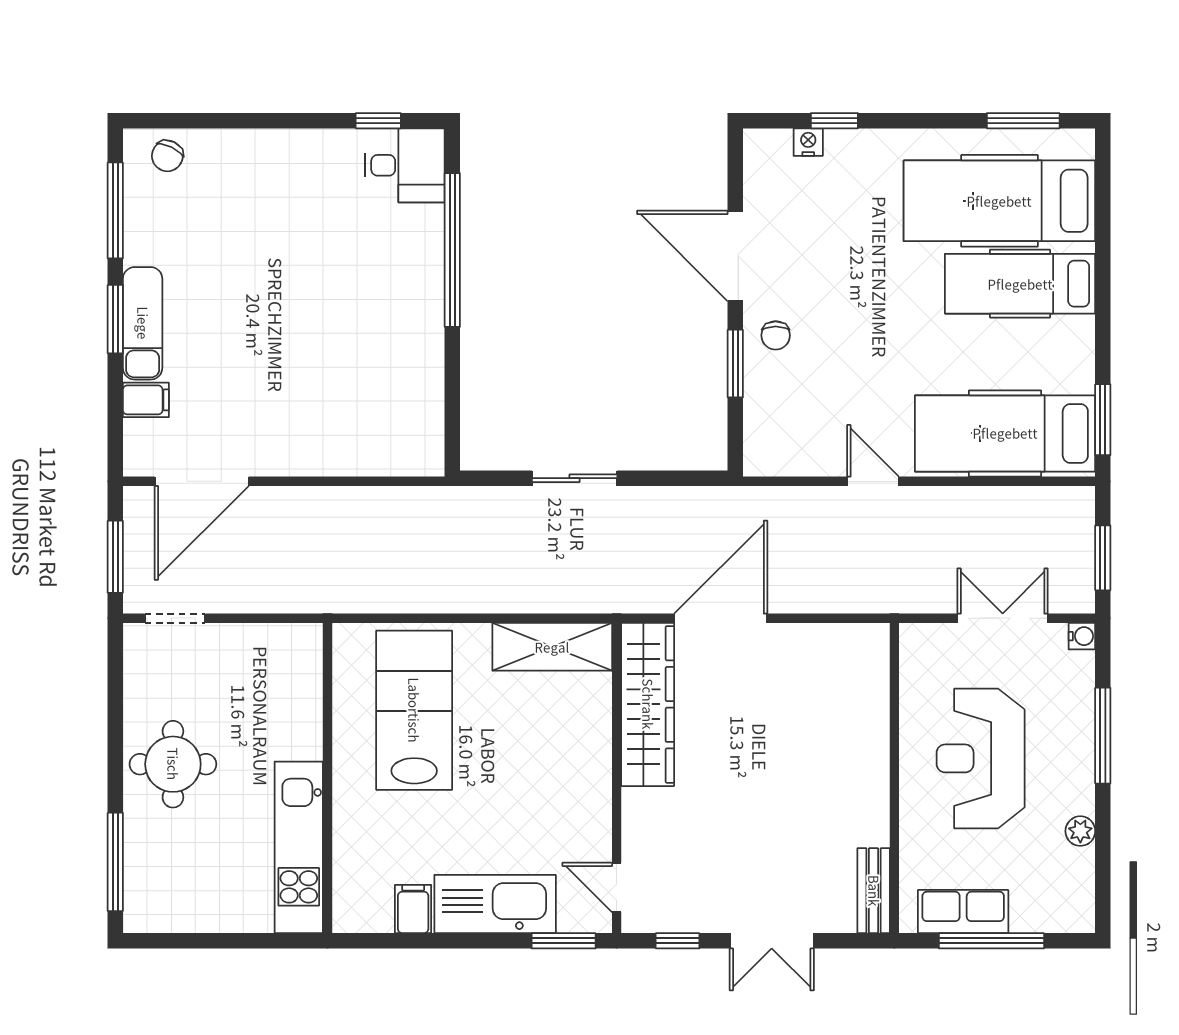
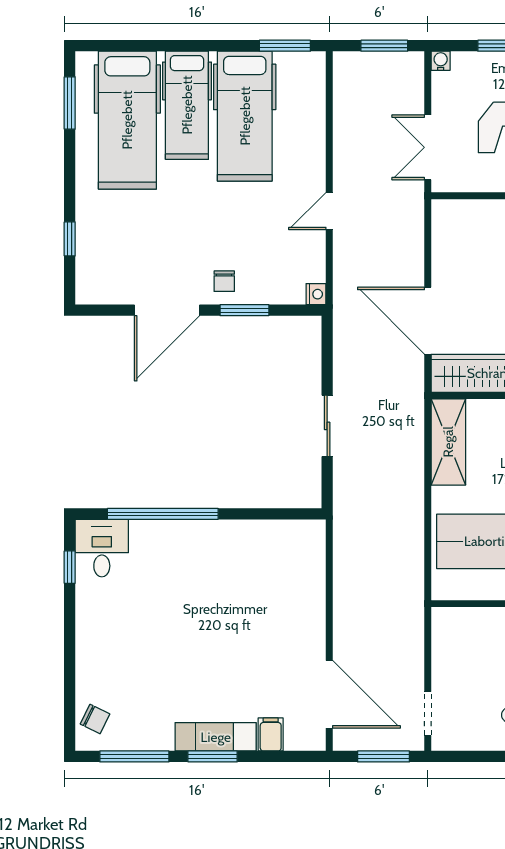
nightstand: (808, 142) -> (316, 294), moved, turned 180
chair: (776, 335) -> (224, 281), turned 90
hospital bed: (1005, 433) -> (245, 116), moved
double door: (1003, 618) -> (428, 147), moved

